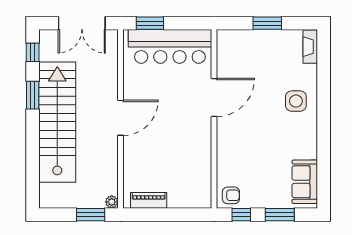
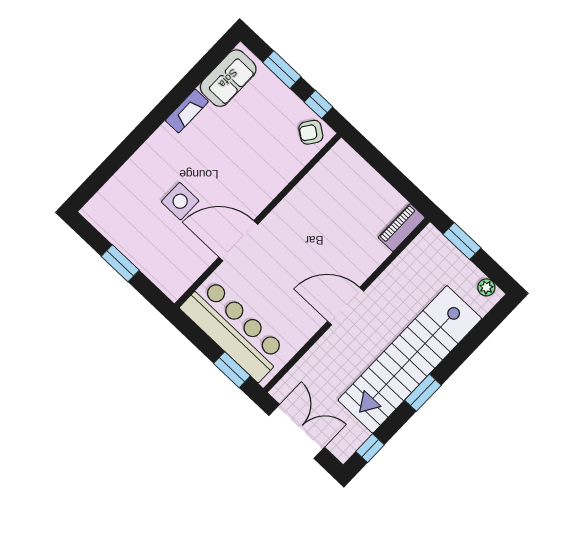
fireplace: (310, 47) -> (187, 111), moved
window: (33, 95) -> (423, 393), moved
side table: (296, 101) -> (180, 201), moved
armchair: (231, 195) -> (311, 132), turned -55
piano: (149, 200) -> (402, 228), moved, turned 90
plant: (112, 202) -> (486, 287), moved

